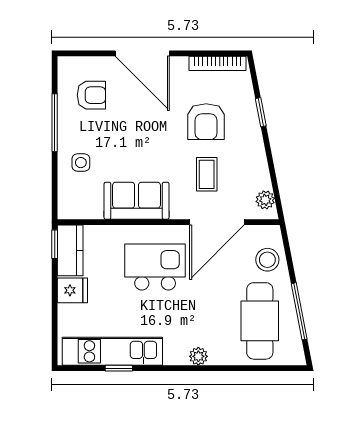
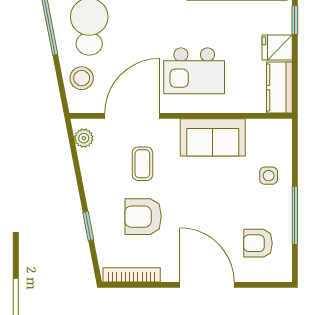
armchair: (206, 122) -> (143, 217), turned -90
window: (55, 244) -> (295, 20), moved

